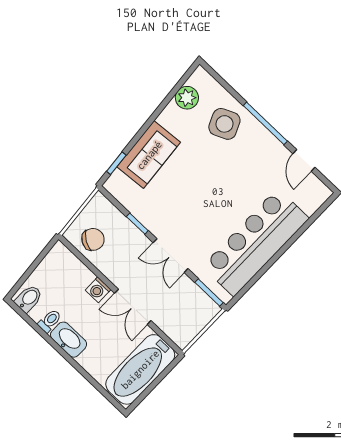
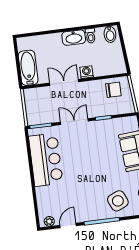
door: (304, 160) -> (68, 226), hinge flipped
plant: (317, 187) -> (49, 221), added
chair: (93, 239) -> (113, 90), turned -121
bar counter: (256, 242) -> (46, 160), width x0.73
bathtub: (140, 369) -> (28, 68), width x0.73, depth x0.73

